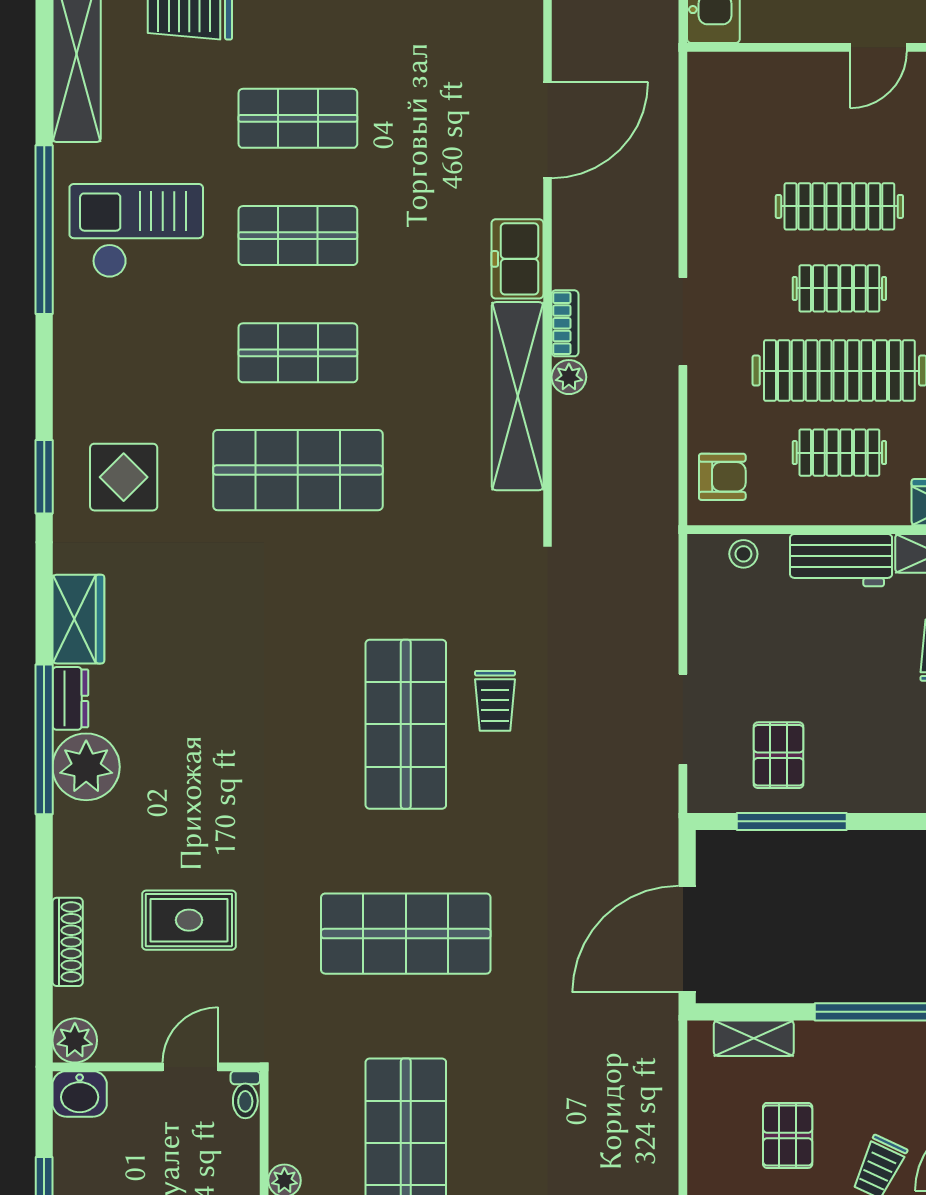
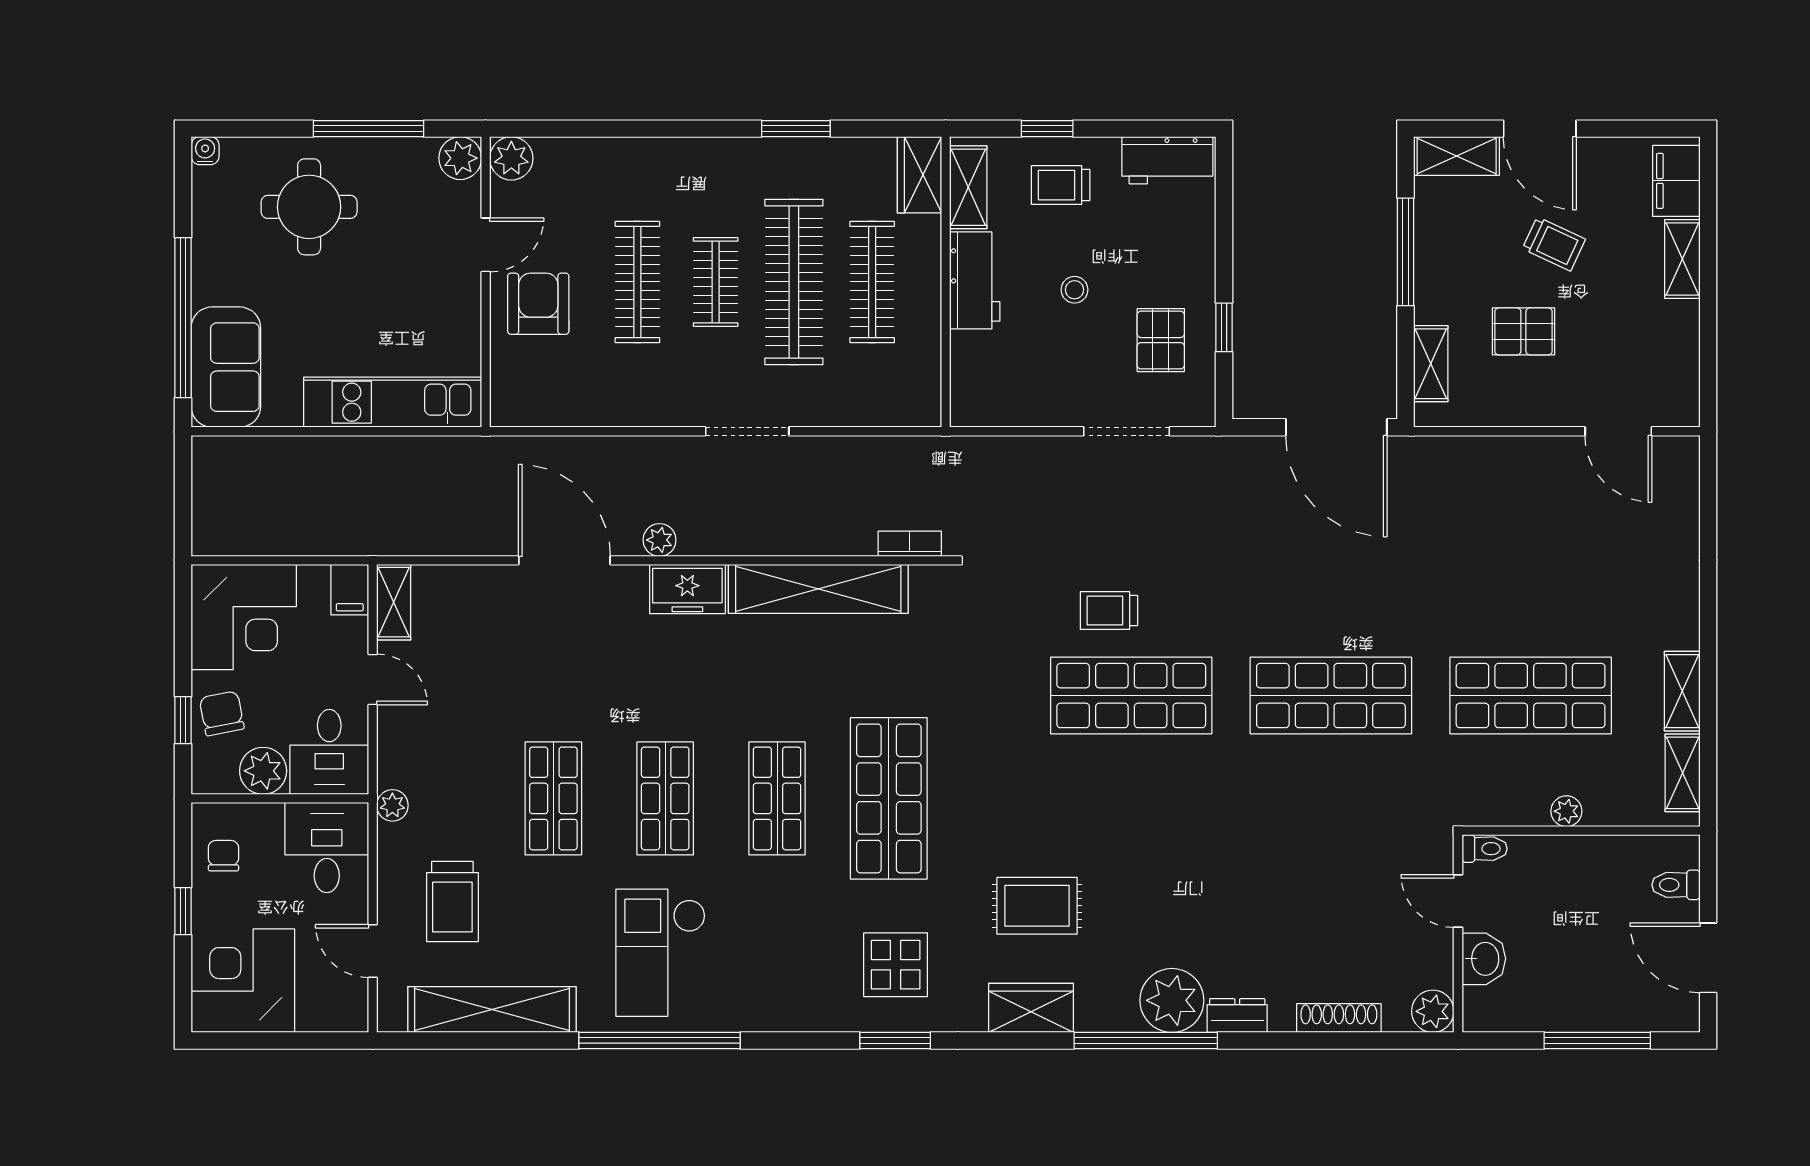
door: (878, 47) -> (486, 245), hinge flipped
bookcase: (565, 323) -> (910, 544), moved
plant: (569, 377) -> (660, 540), moved
clothes rail: (839, 453) -> (872, 282), width x1.36
armchair: (722, 477) -> (538, 304), moved, width x1.38, depth x1.38
stool: (743, 554) -> (1075, 290), moved
dresser: (70, 698) -> (1237, 1016), moved
trolley: (495, 701) -> (1109, 610), turned 180
pallet: (779, 755) -> (1161, 340), turned 90
window: (792, 821) -> (1224, 327), width x0.46
rug: (189, 920) -> (1037, 906), moved, turned 90
shop shelf: (406, 934) -> (1331, 696), turned 90
washbasin: (80, 1094) -> (1484, 959), moved

